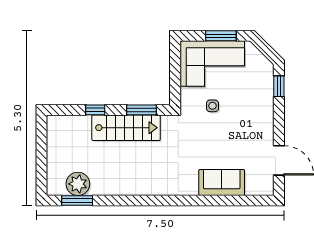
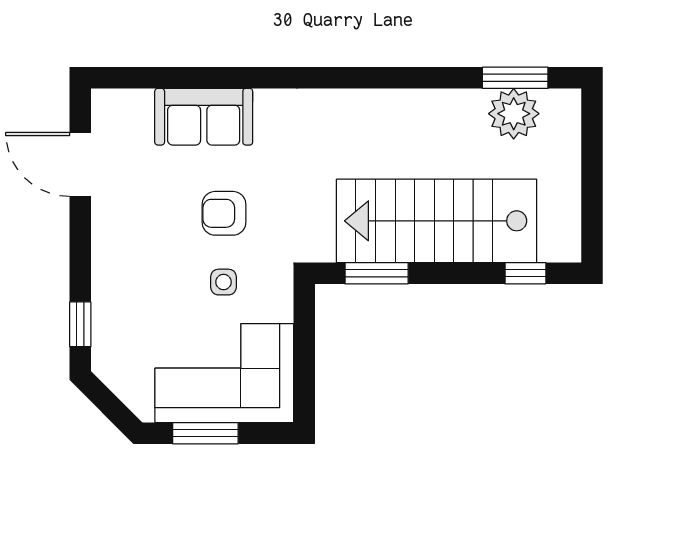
window: (95, 110) -> (525, 273), moved
stairs: (126, 128) -> (437, 221), width x1.36, depth x1.51
armchair: (212, 138) -> (224, 213), added

